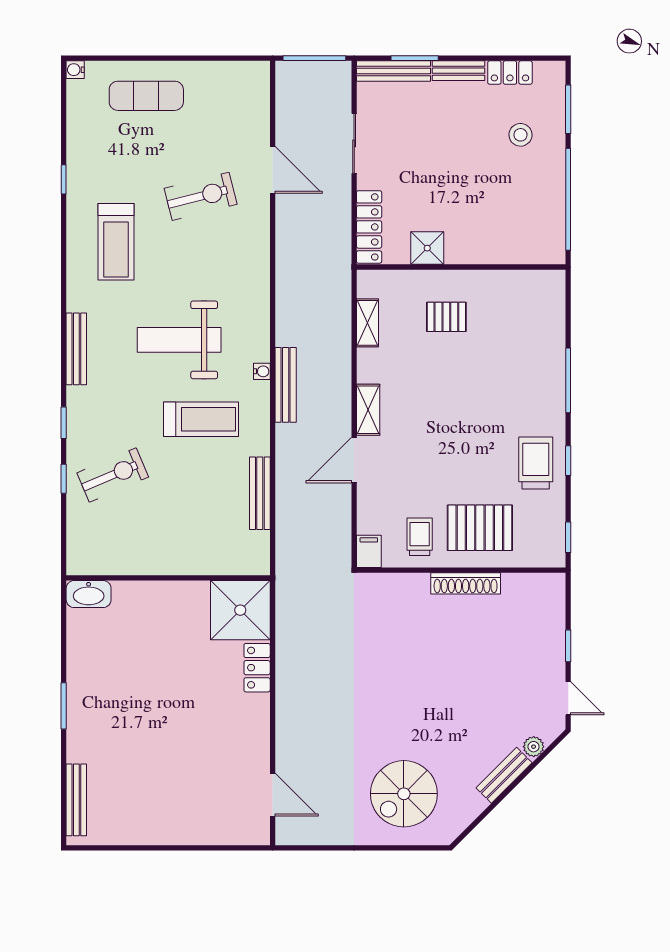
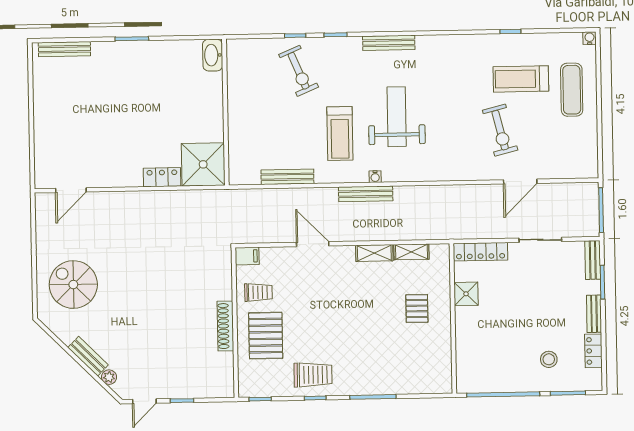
bench: (393, 71) -> (593, 260), width x0.73
treadmill: (116, 242) -> (521, 79), moved
shelving: (368, 410) -> (374, 253), moved

